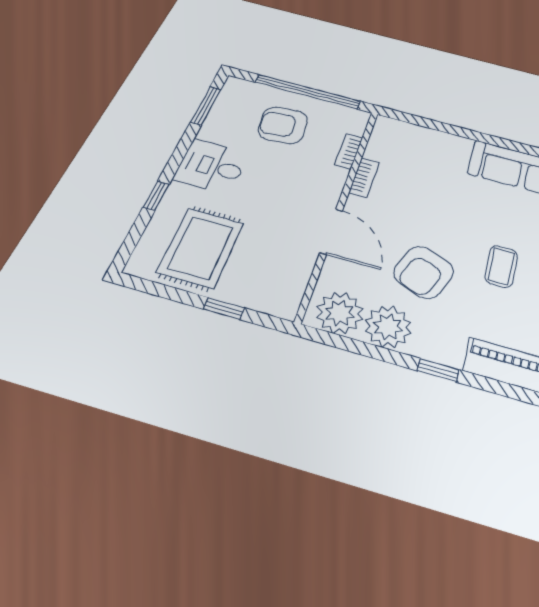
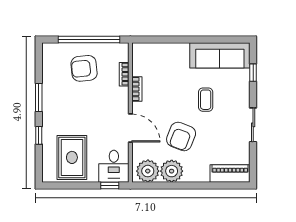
window: (206, 106) -> (39, 98), moved
desk: (212, 166) -> (114, 166), moved, turned -90
coffee table: (501, 266) -> (206, 100), moved
window: (224, 308) -> (110, 185), moved
window: (438, 370) -> (199, 185), removed

